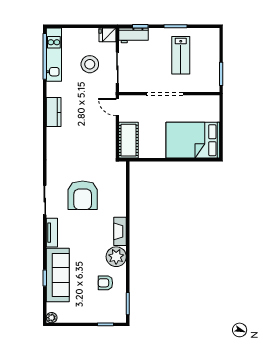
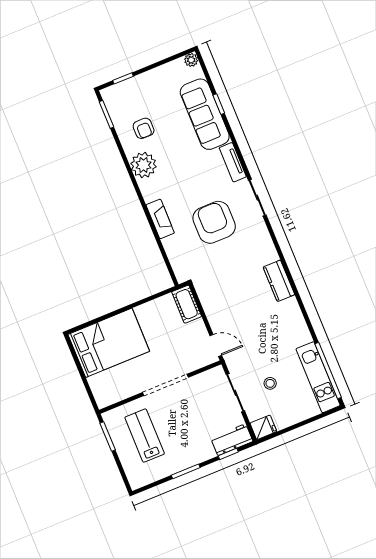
lab bench: (181, 55) -> (145, 436), moved
stool: (90, 64) -> (270, 383), width x0.53, depth x0.53
kitchen counter: (54, 112) -> (279, 281), moved
cot: (129, 140) -> (187, 304), width x0.73, depth x0.75
fireplace: (120, 231) -> (160, 219), moved
armchair: (105, 283) -> (144, 128), turned 90

